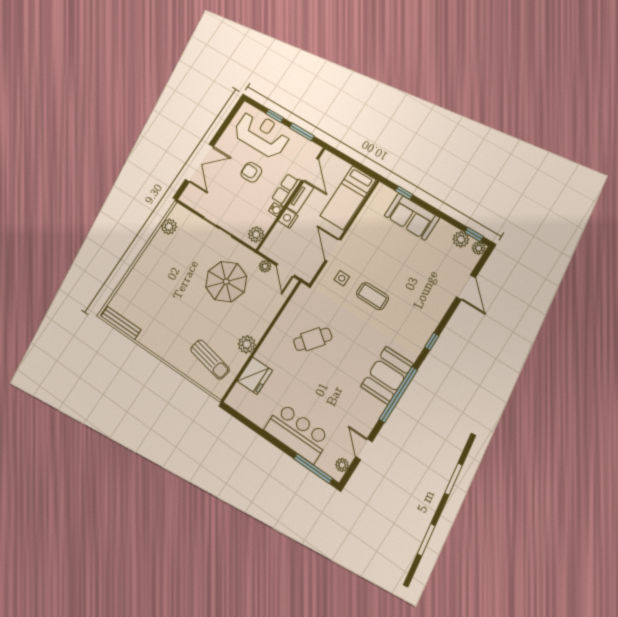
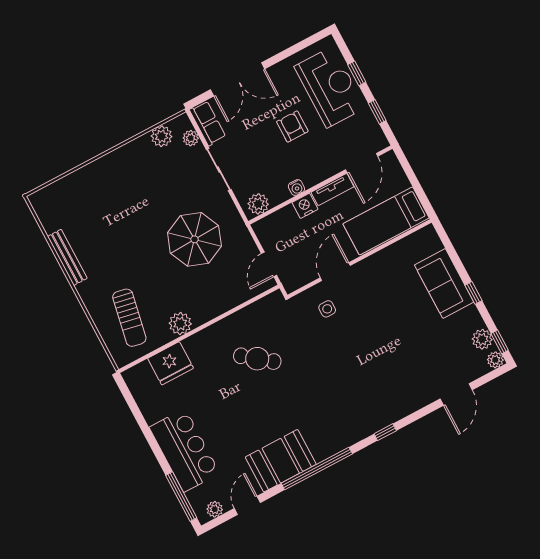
window: (302, 132) -> (377, 112), width x0.67
row of seats: (286, 190) -> (208, 123), moved, turned 90
window: (404, 193) -> (473, 293), moved
plant: (265, 266) -> (191, 138), moved
coffee table: (372, 296) -> (350, 348), removed
bench: (121, 323) -> (67, 257), moved
booth: (387, 375) -> (281, 461), moved

